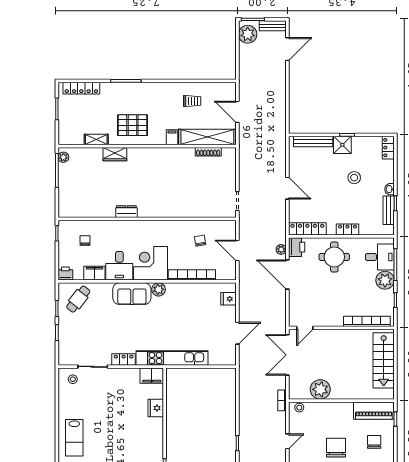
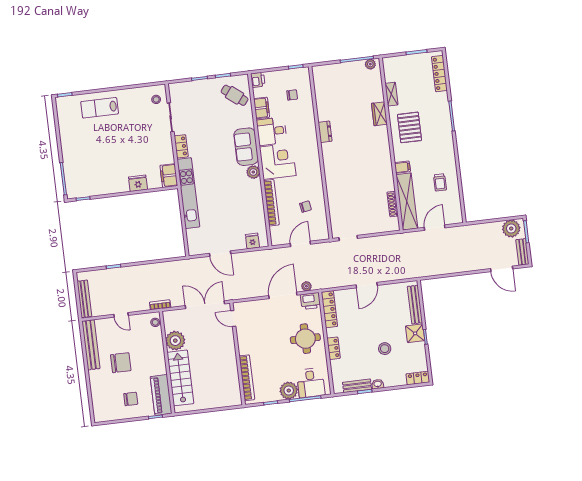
stairs: (384, 360) -> (180, 378), moved, turned 90

